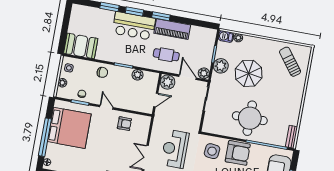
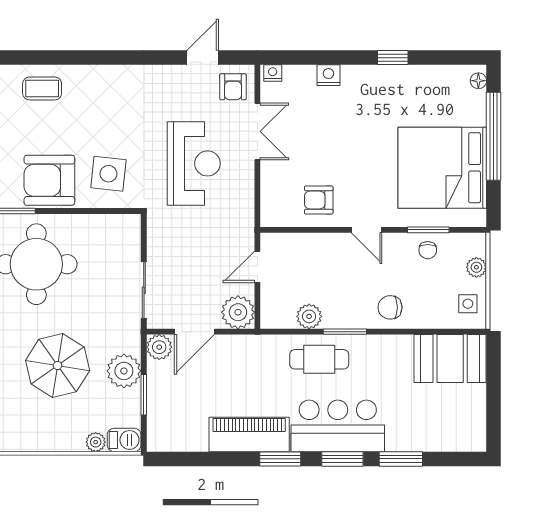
cafe table: (166, 55) -> (319, 359), moved
door: (188, 77) -> (194, 332), hinge flipped

